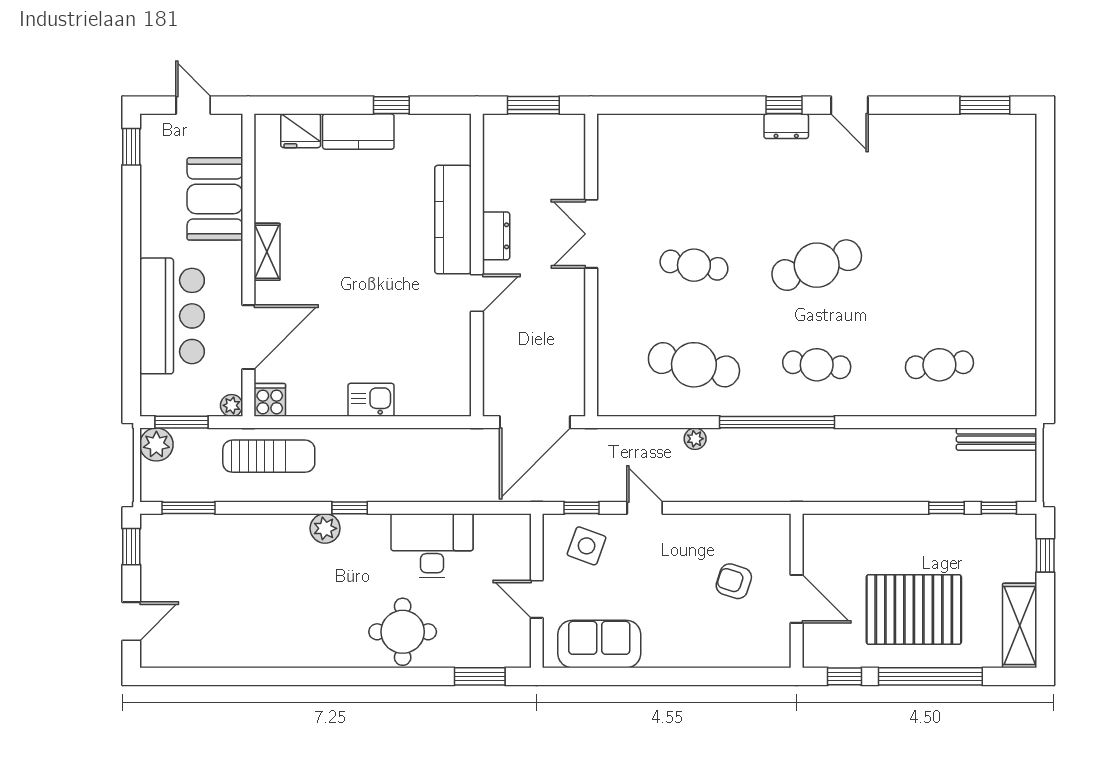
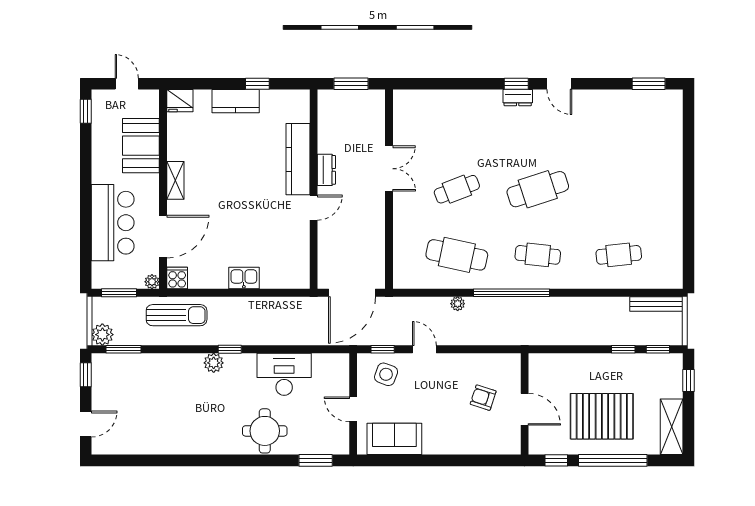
fridge: (301, 131) -> (180, 101), moved
double door: (591, 234) -> (389, 169), swing flipped
cafe table: (694, 265) -> (457, 189), turned -30
plant: (156, 445) -> (102, 335), moved

